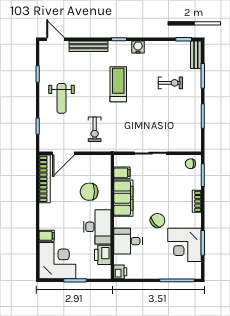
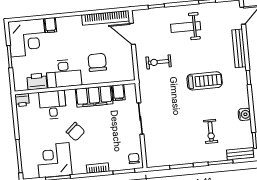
water cooler: (138, 47) -> (244, 114), moved

